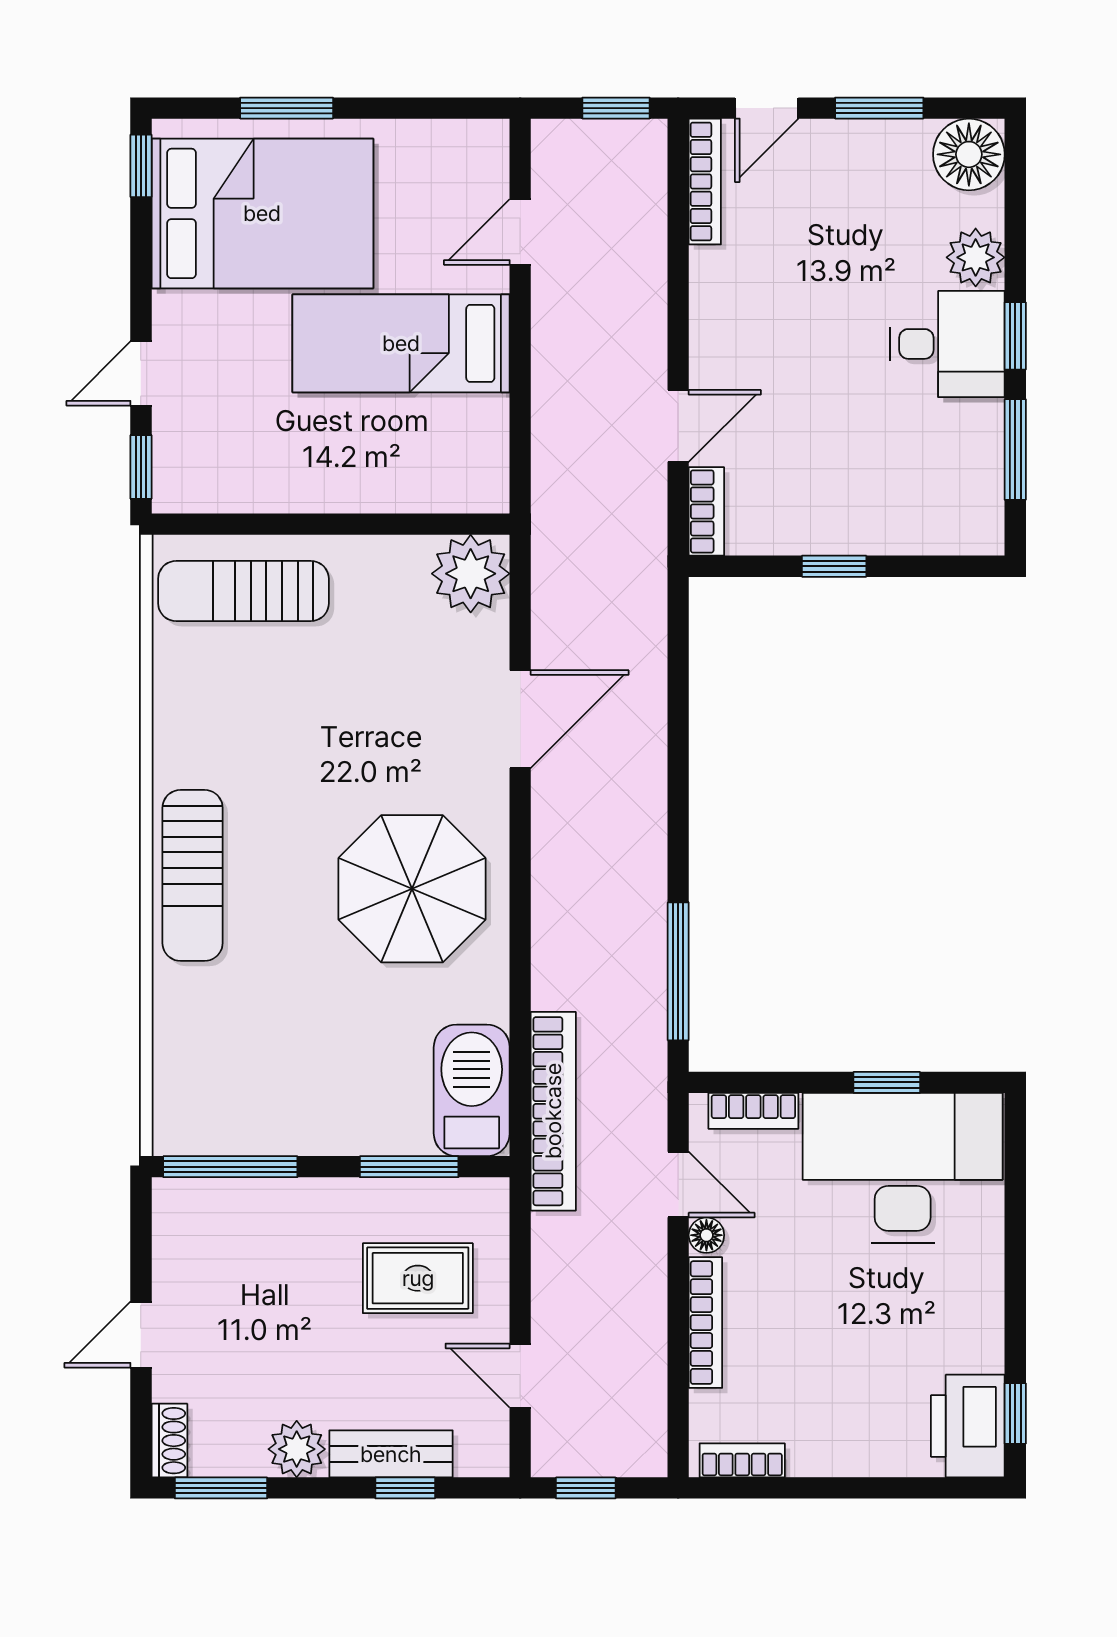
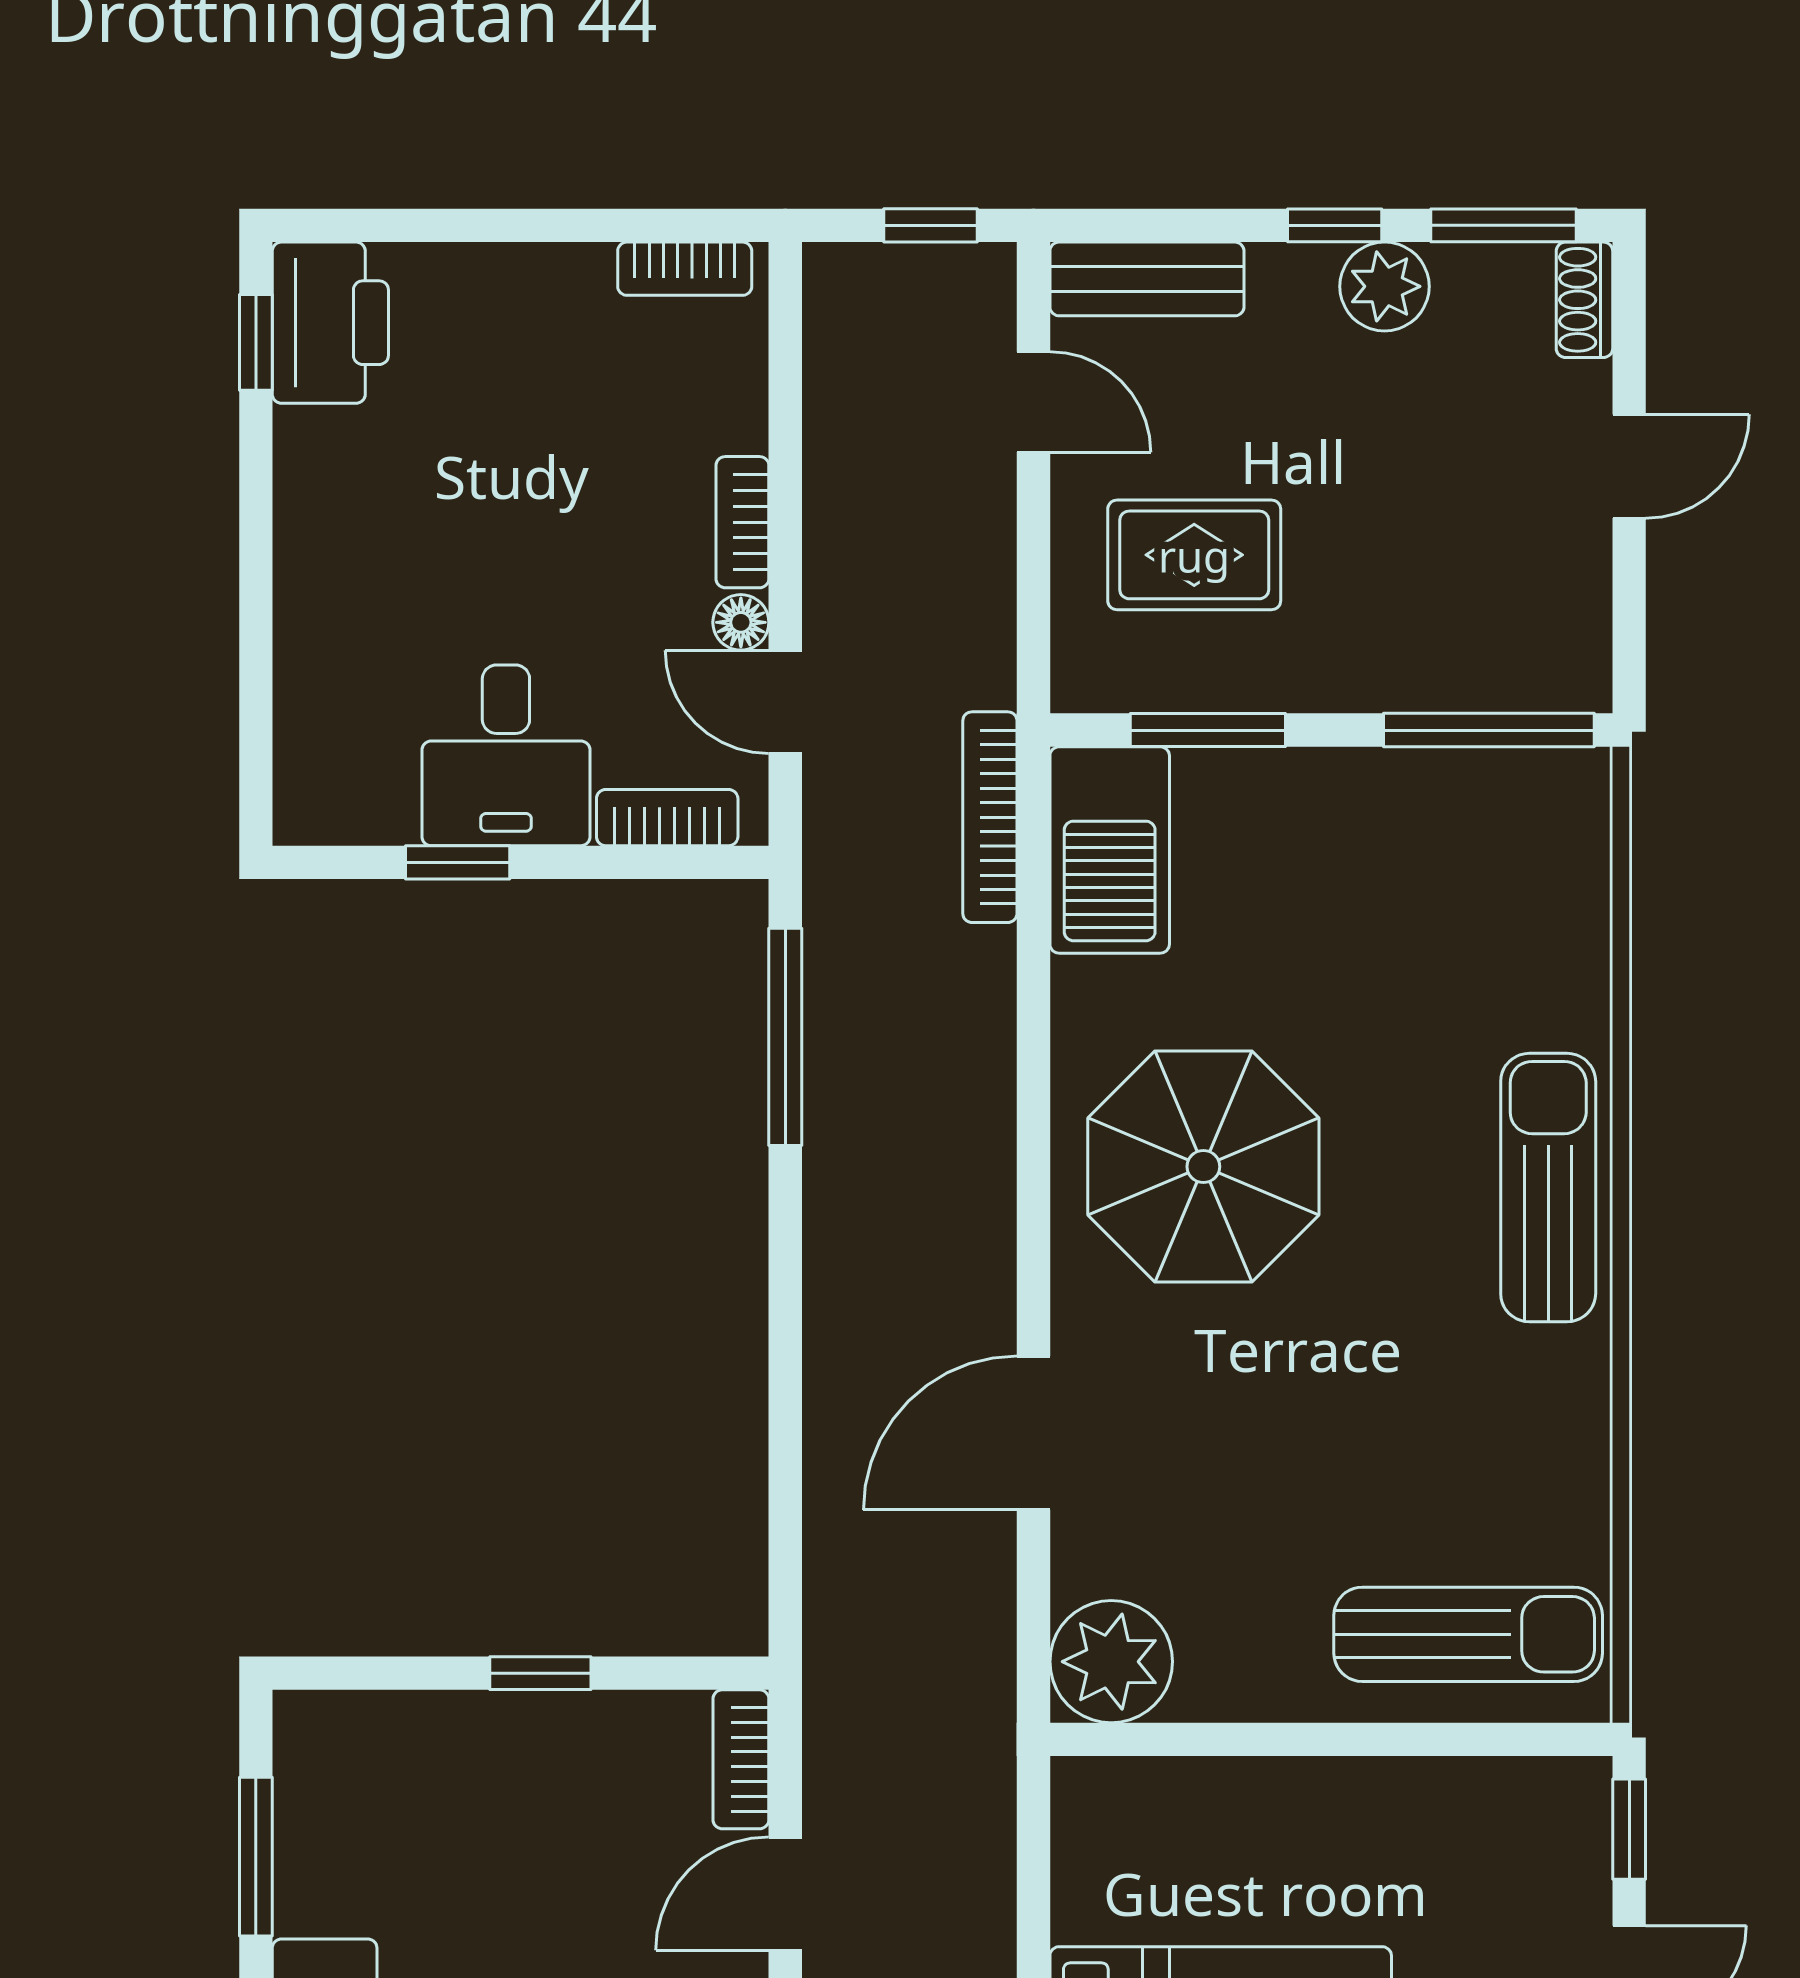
bookcase: (553, 1111) -> (990, 817), width x0.68, depth x0.76
desk: (903, 1168) -> (506, 755), width x0.53, depth x0.77
bookcase: (705, 1323) -> (742, 522), width x0.64
bench: (391, 1454) -> (1147, 279), moved
window: (405, 1488) -> (1335, 225), moved

